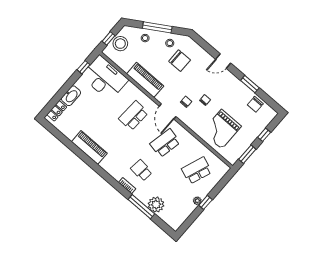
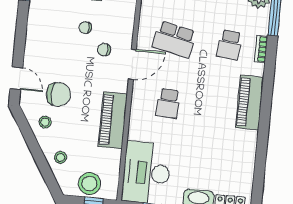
window: (157, 27) -> (36, 152), removed
chair: (180, 61) -> (58, 94), turned 90
door: (223, 61) -> (16, 78), moved
school desk: (133, 116) -> (168, 103), width x0.54
piano: (89, 147) -> (250, 102), moved

